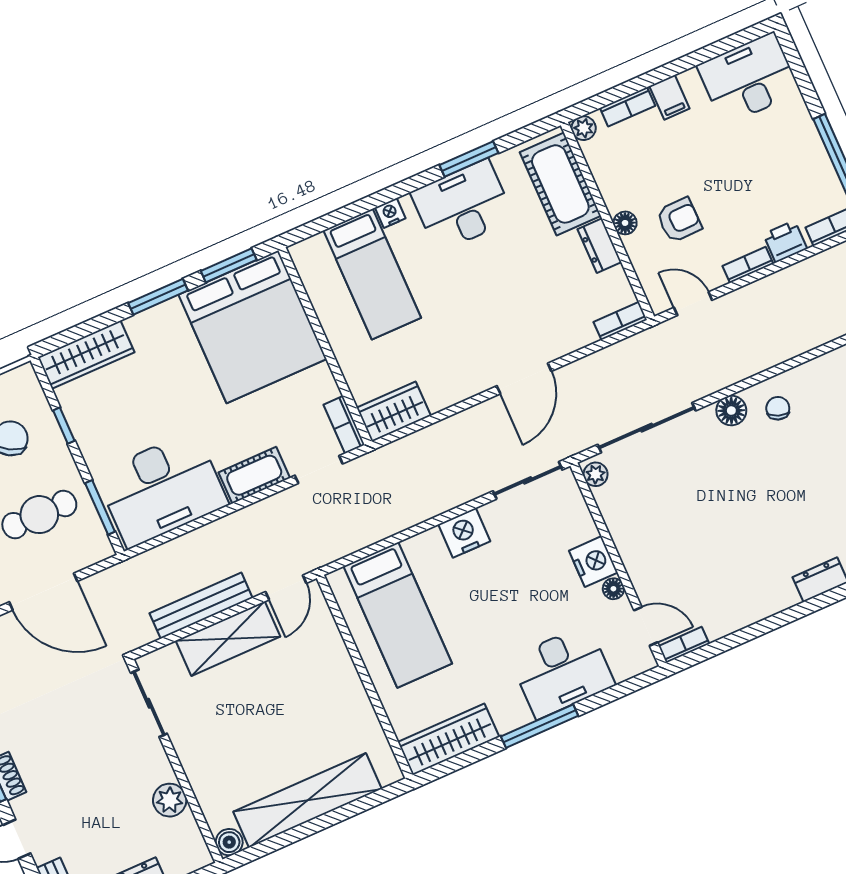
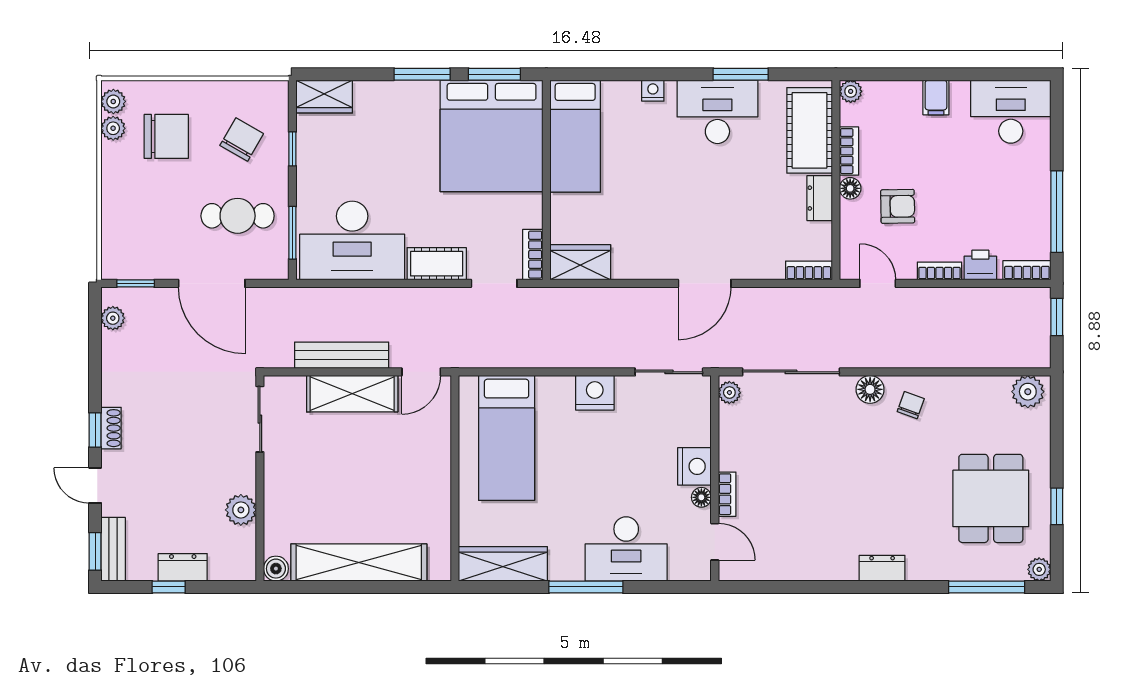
bookcase: (628, 107) -> (849, 151), moved, turned -90
bed: (372, 274) -> (575, 136), moved
wardrobe: (86, 355) -> (324, 97), width x0.67
bookcase: (684, 645) -> (727, 494), moved, turned 90

